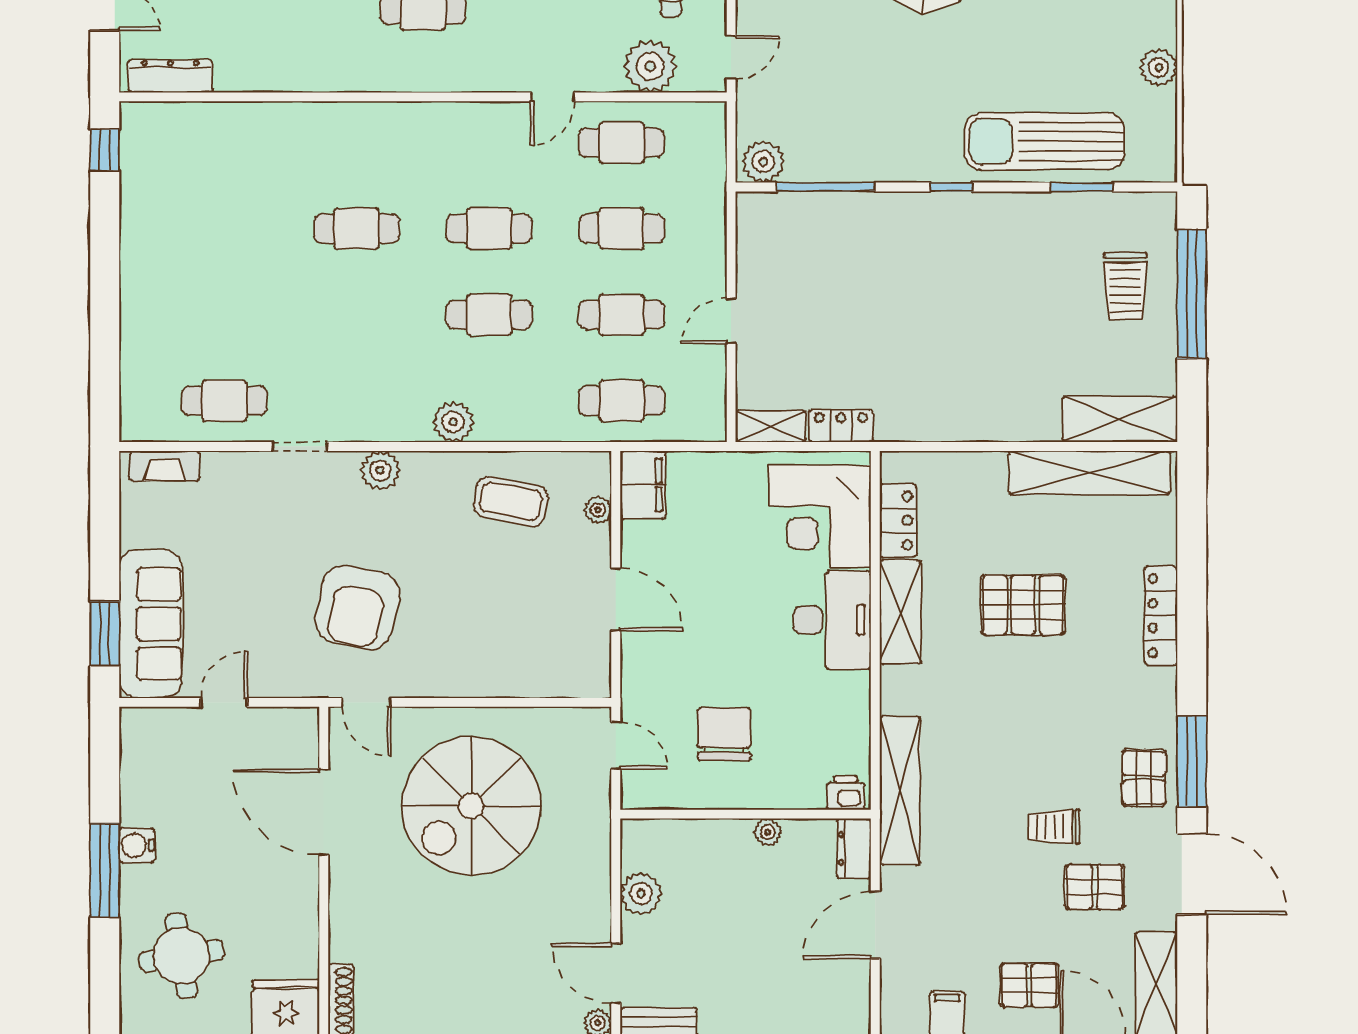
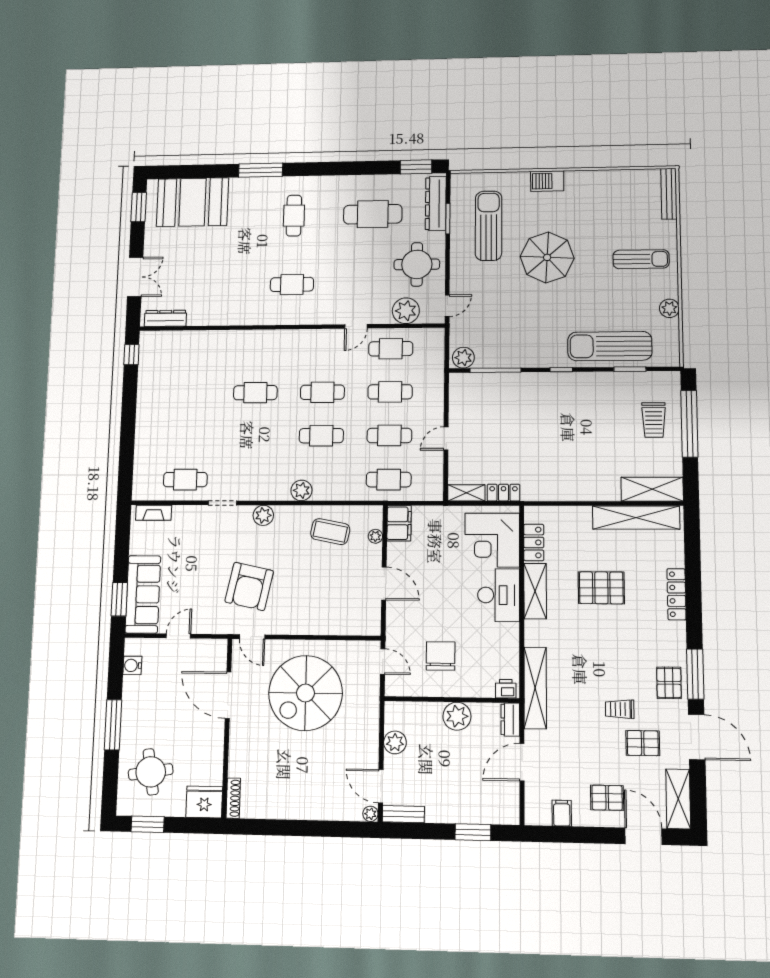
plant: (768, 832) -> (457, 716), width x1.88, depth x1.88
water cooler: (137, 845) -> (132, 665), moved

